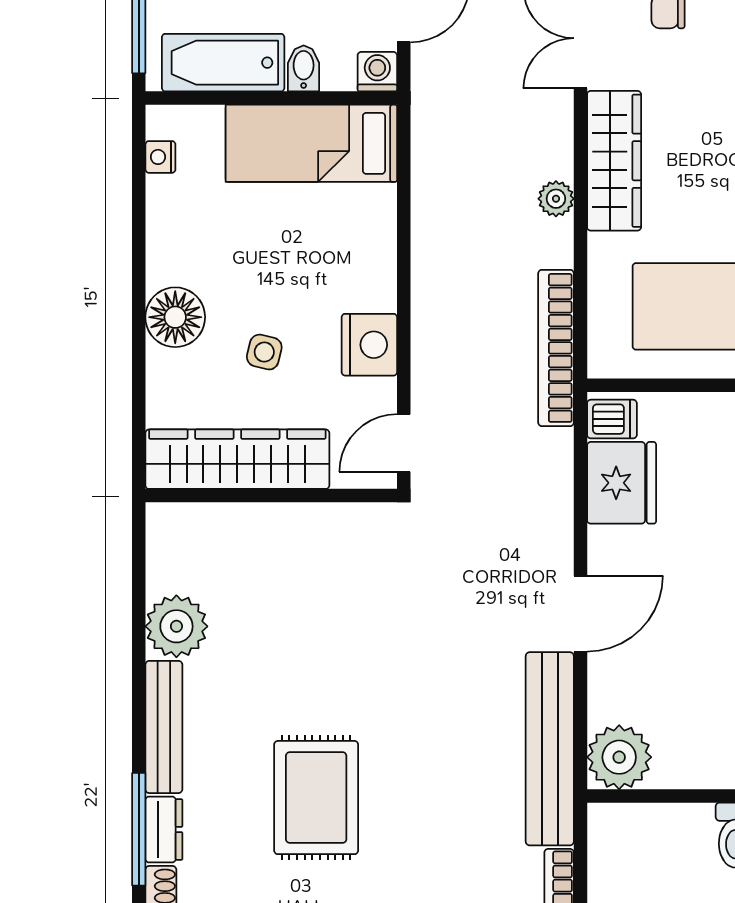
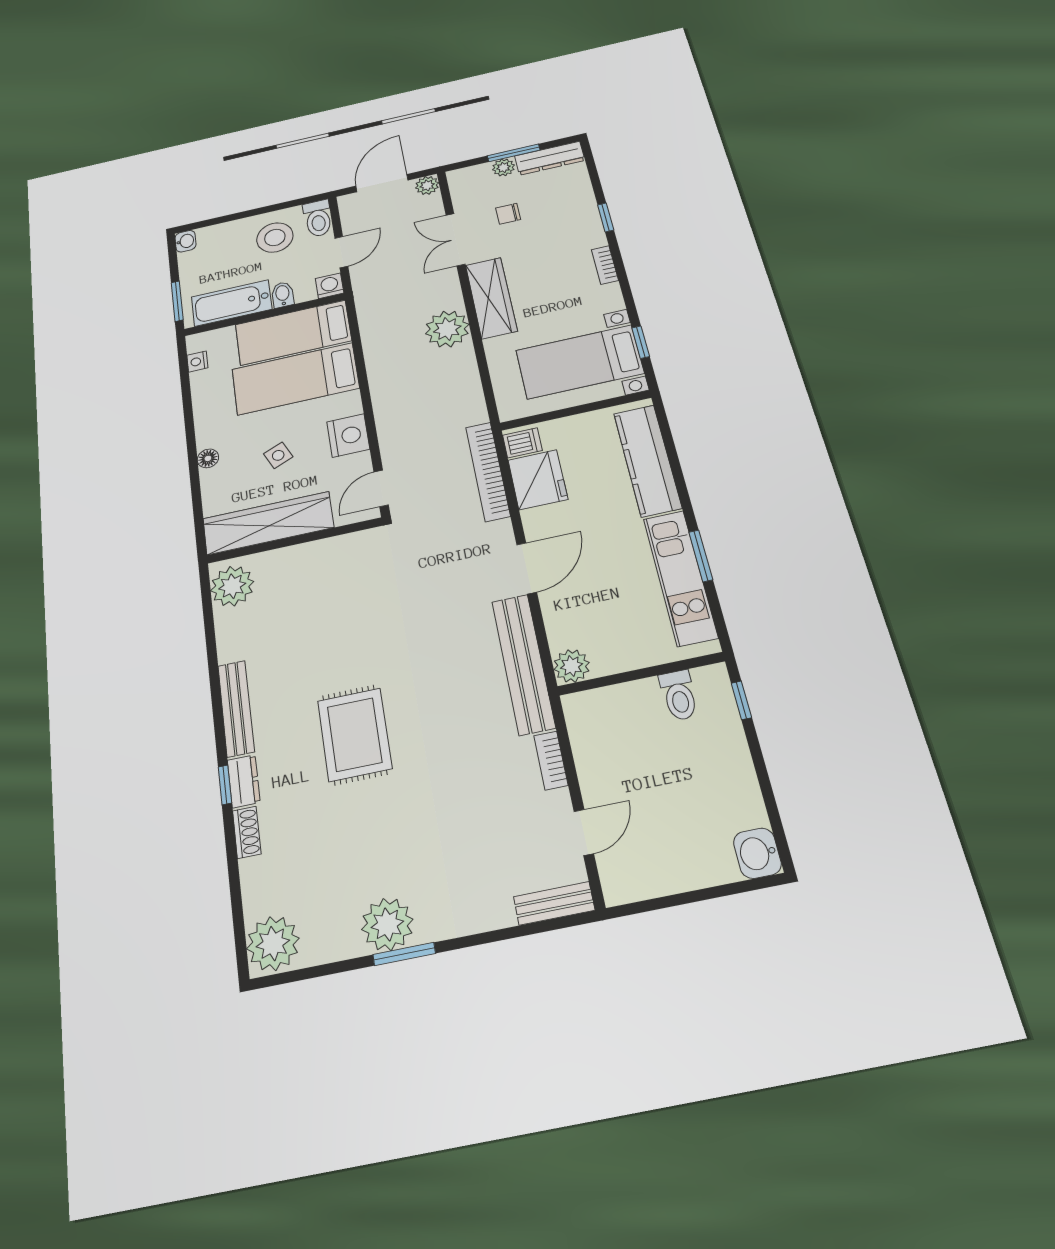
plant: (556, 199) -> (447, 329), width x1.87, depth x1.87
bed: (305, 227) -> (295, 379), added
floor lamp: (175, 317) -> (208, 458), width x0.53, depth x0.53
bookcase: (556, 348) -> (488, 471), moved
side table: (264, 352) -> (278, 455), turned -38
plant: (176, 626) -> (232, 586), moved
plant: (619, 757) -> (572, 666), width x0.73, depth x0.73
window: (139, 829) -> (225, 785), width x0.46

